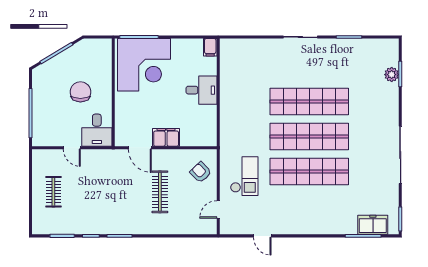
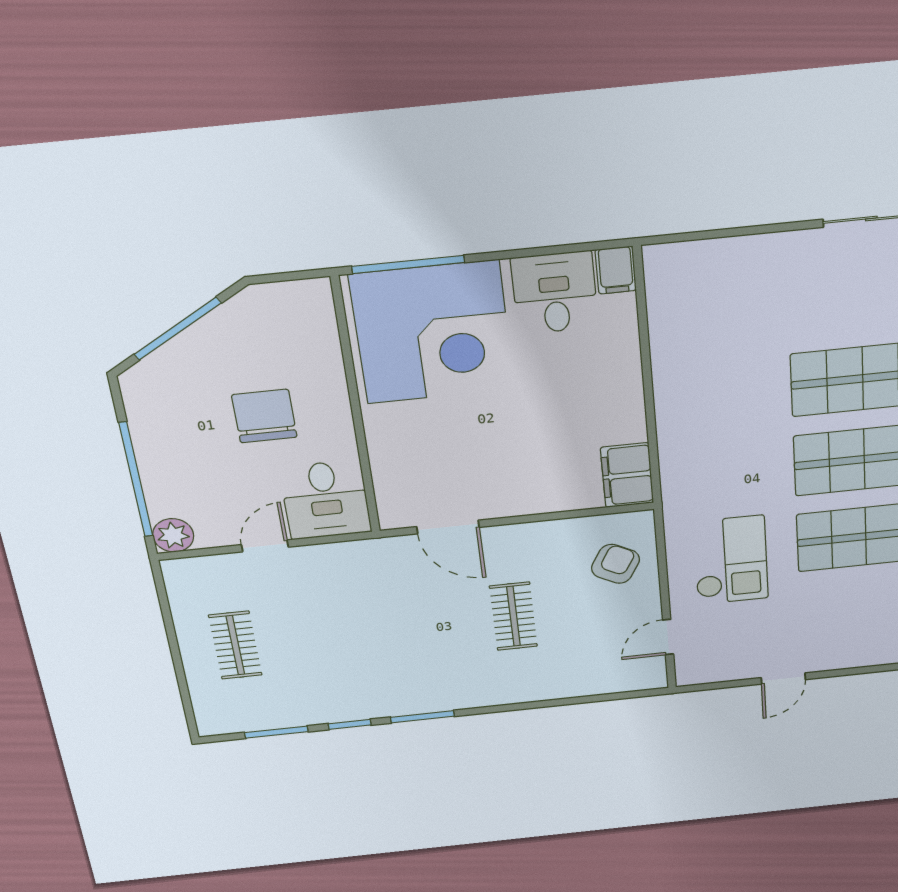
desk: (201, 90) -> (555, 293), moved, turned -90
filing cabinet: (166, 137) -> (627, 475), moved, turned -90
plant: (39, 139) -> (173, 535), added
door: (72, 148) -> (265, 546), swing flipped
armchair: (201, 172) -> (615, 564), turned 73
clothes rail: (160, 192) -> (513, 616), width x0.73
door: (262, 236) -> (783, 679), hinge flipped

